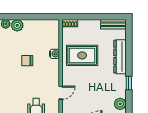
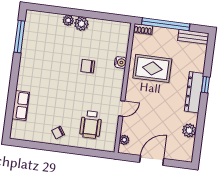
window: (89, 17) -> (166, 24), added
dresser: (120, 57) -> (194, 92), moved
window: (129, 83) -> (205, 85), moved

